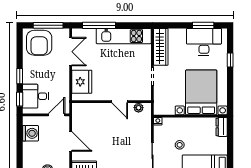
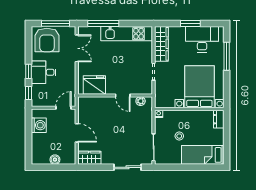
window: (203, 25) -> (190, 24), moved
window: (230, 60) -> (227, 56), width x2.17
fridge: (82, 82) -> (94, 85), moved, turned -90
desk: (36, 96) -> (44, 72), moved

